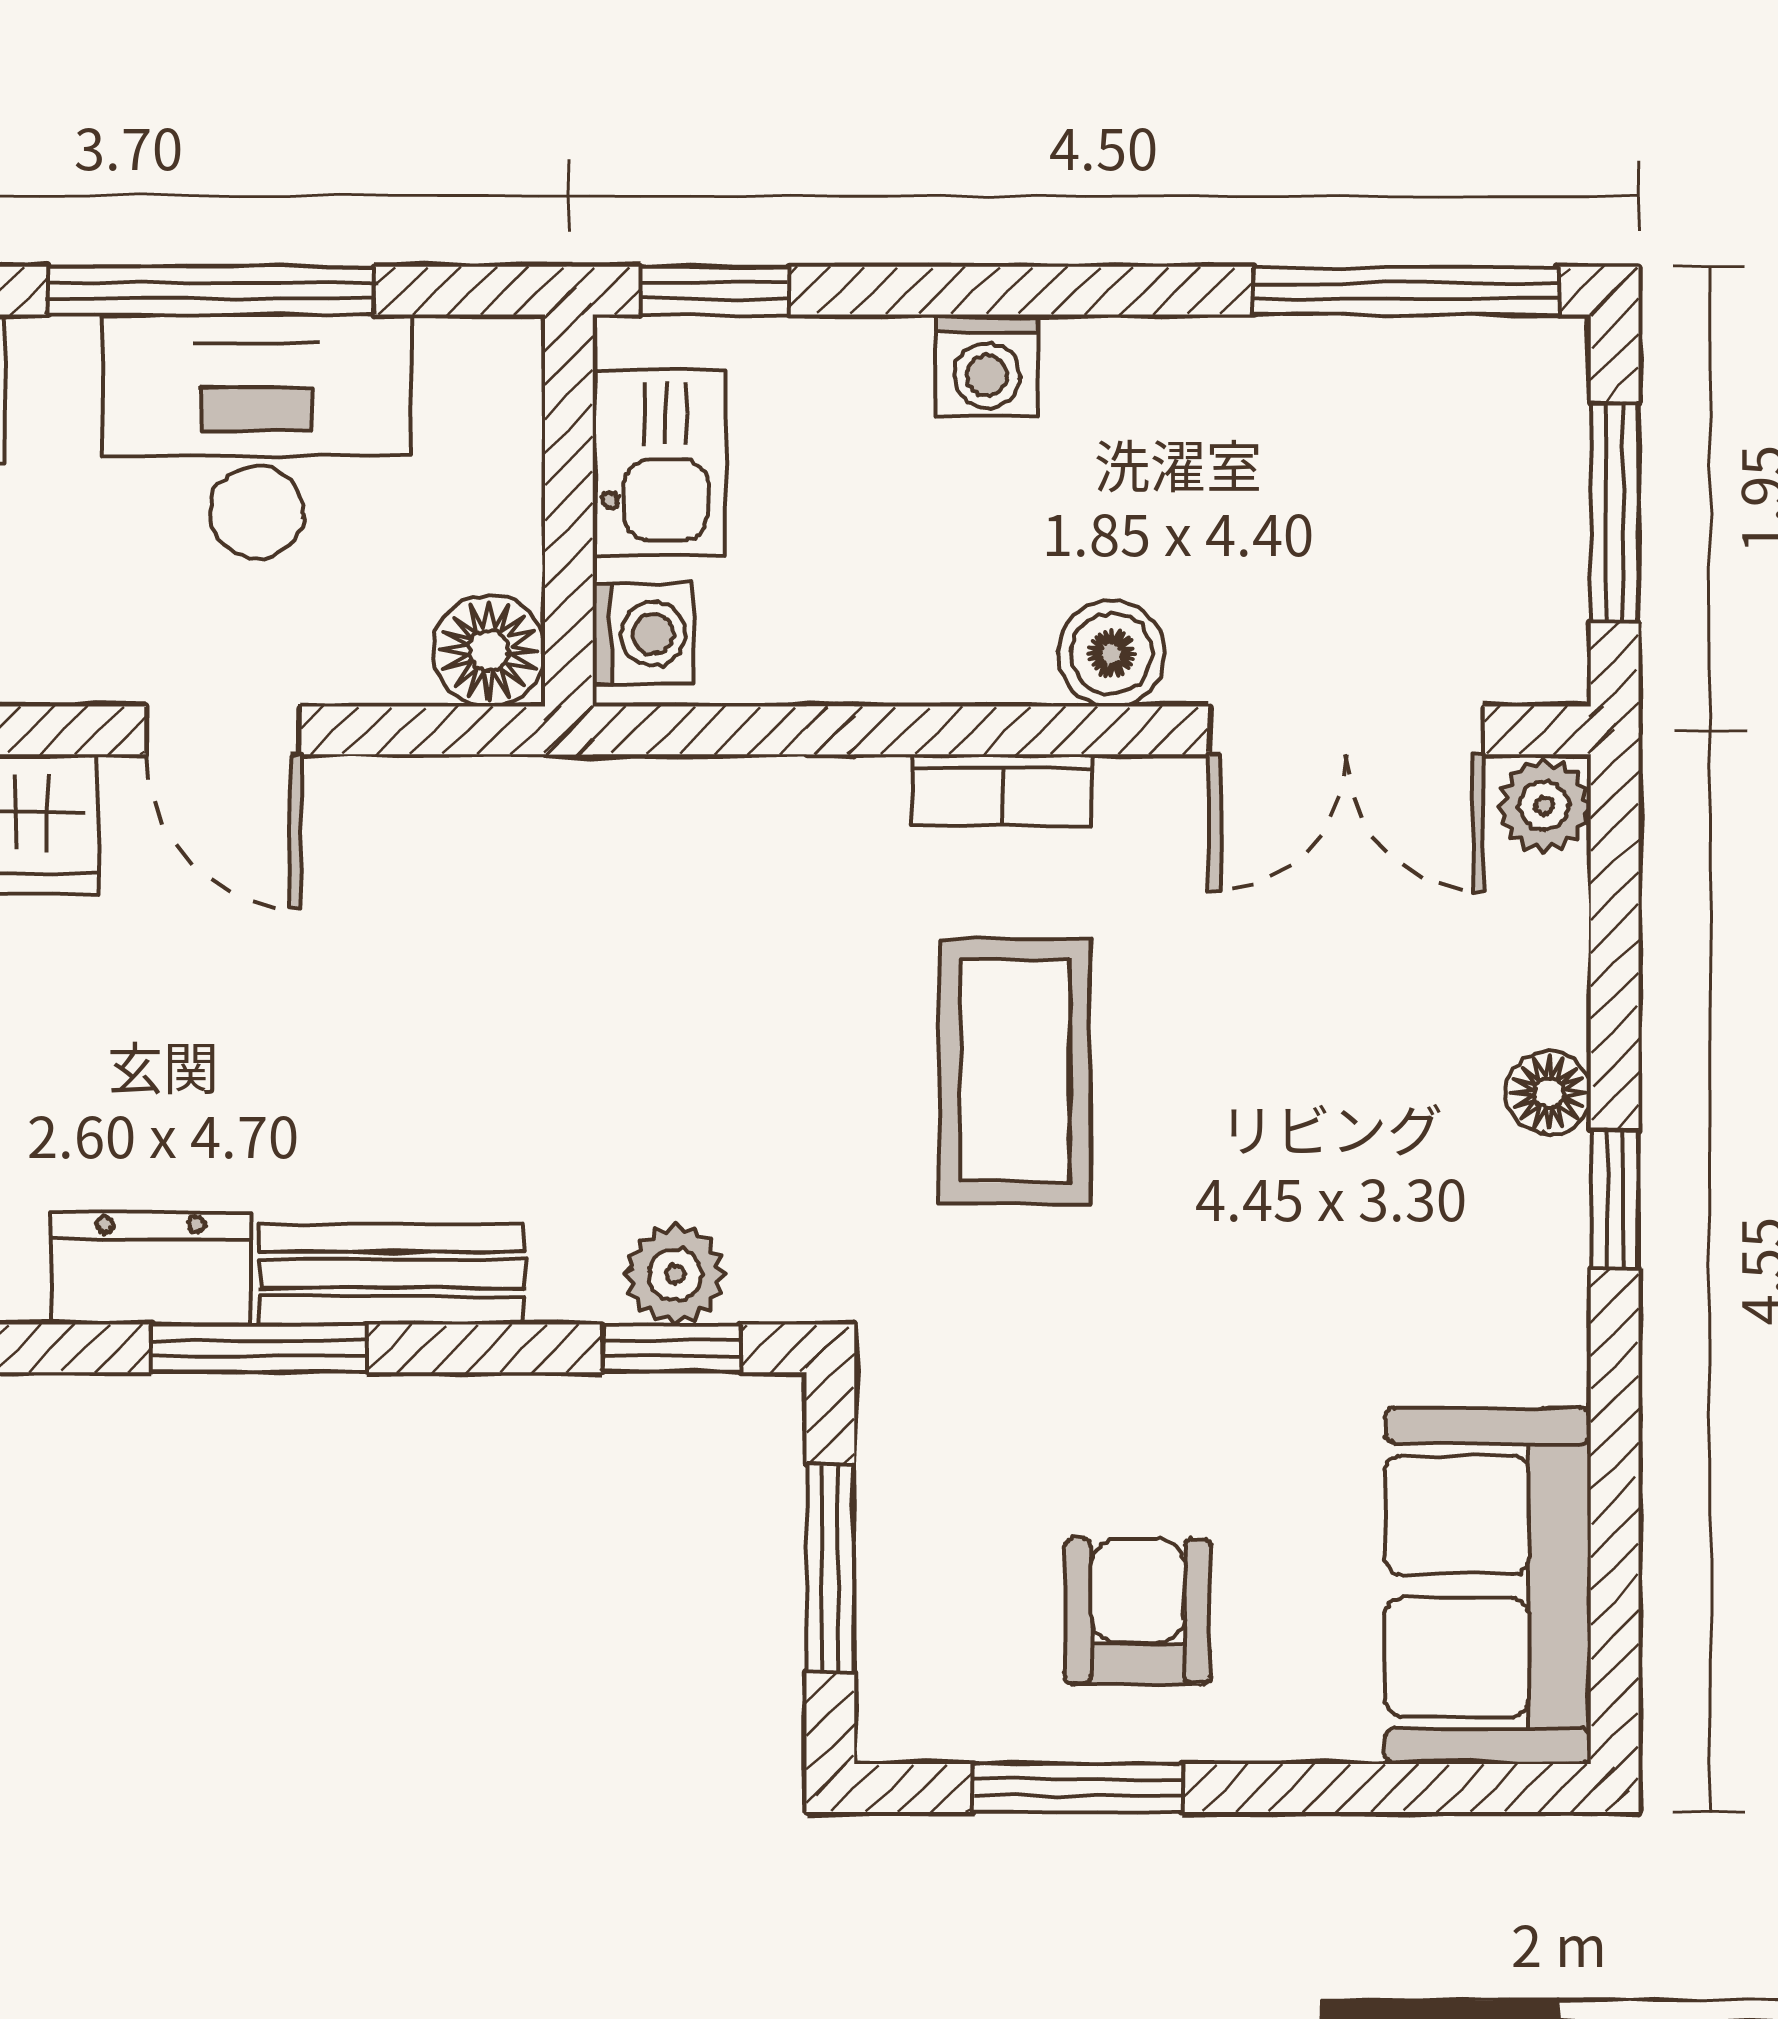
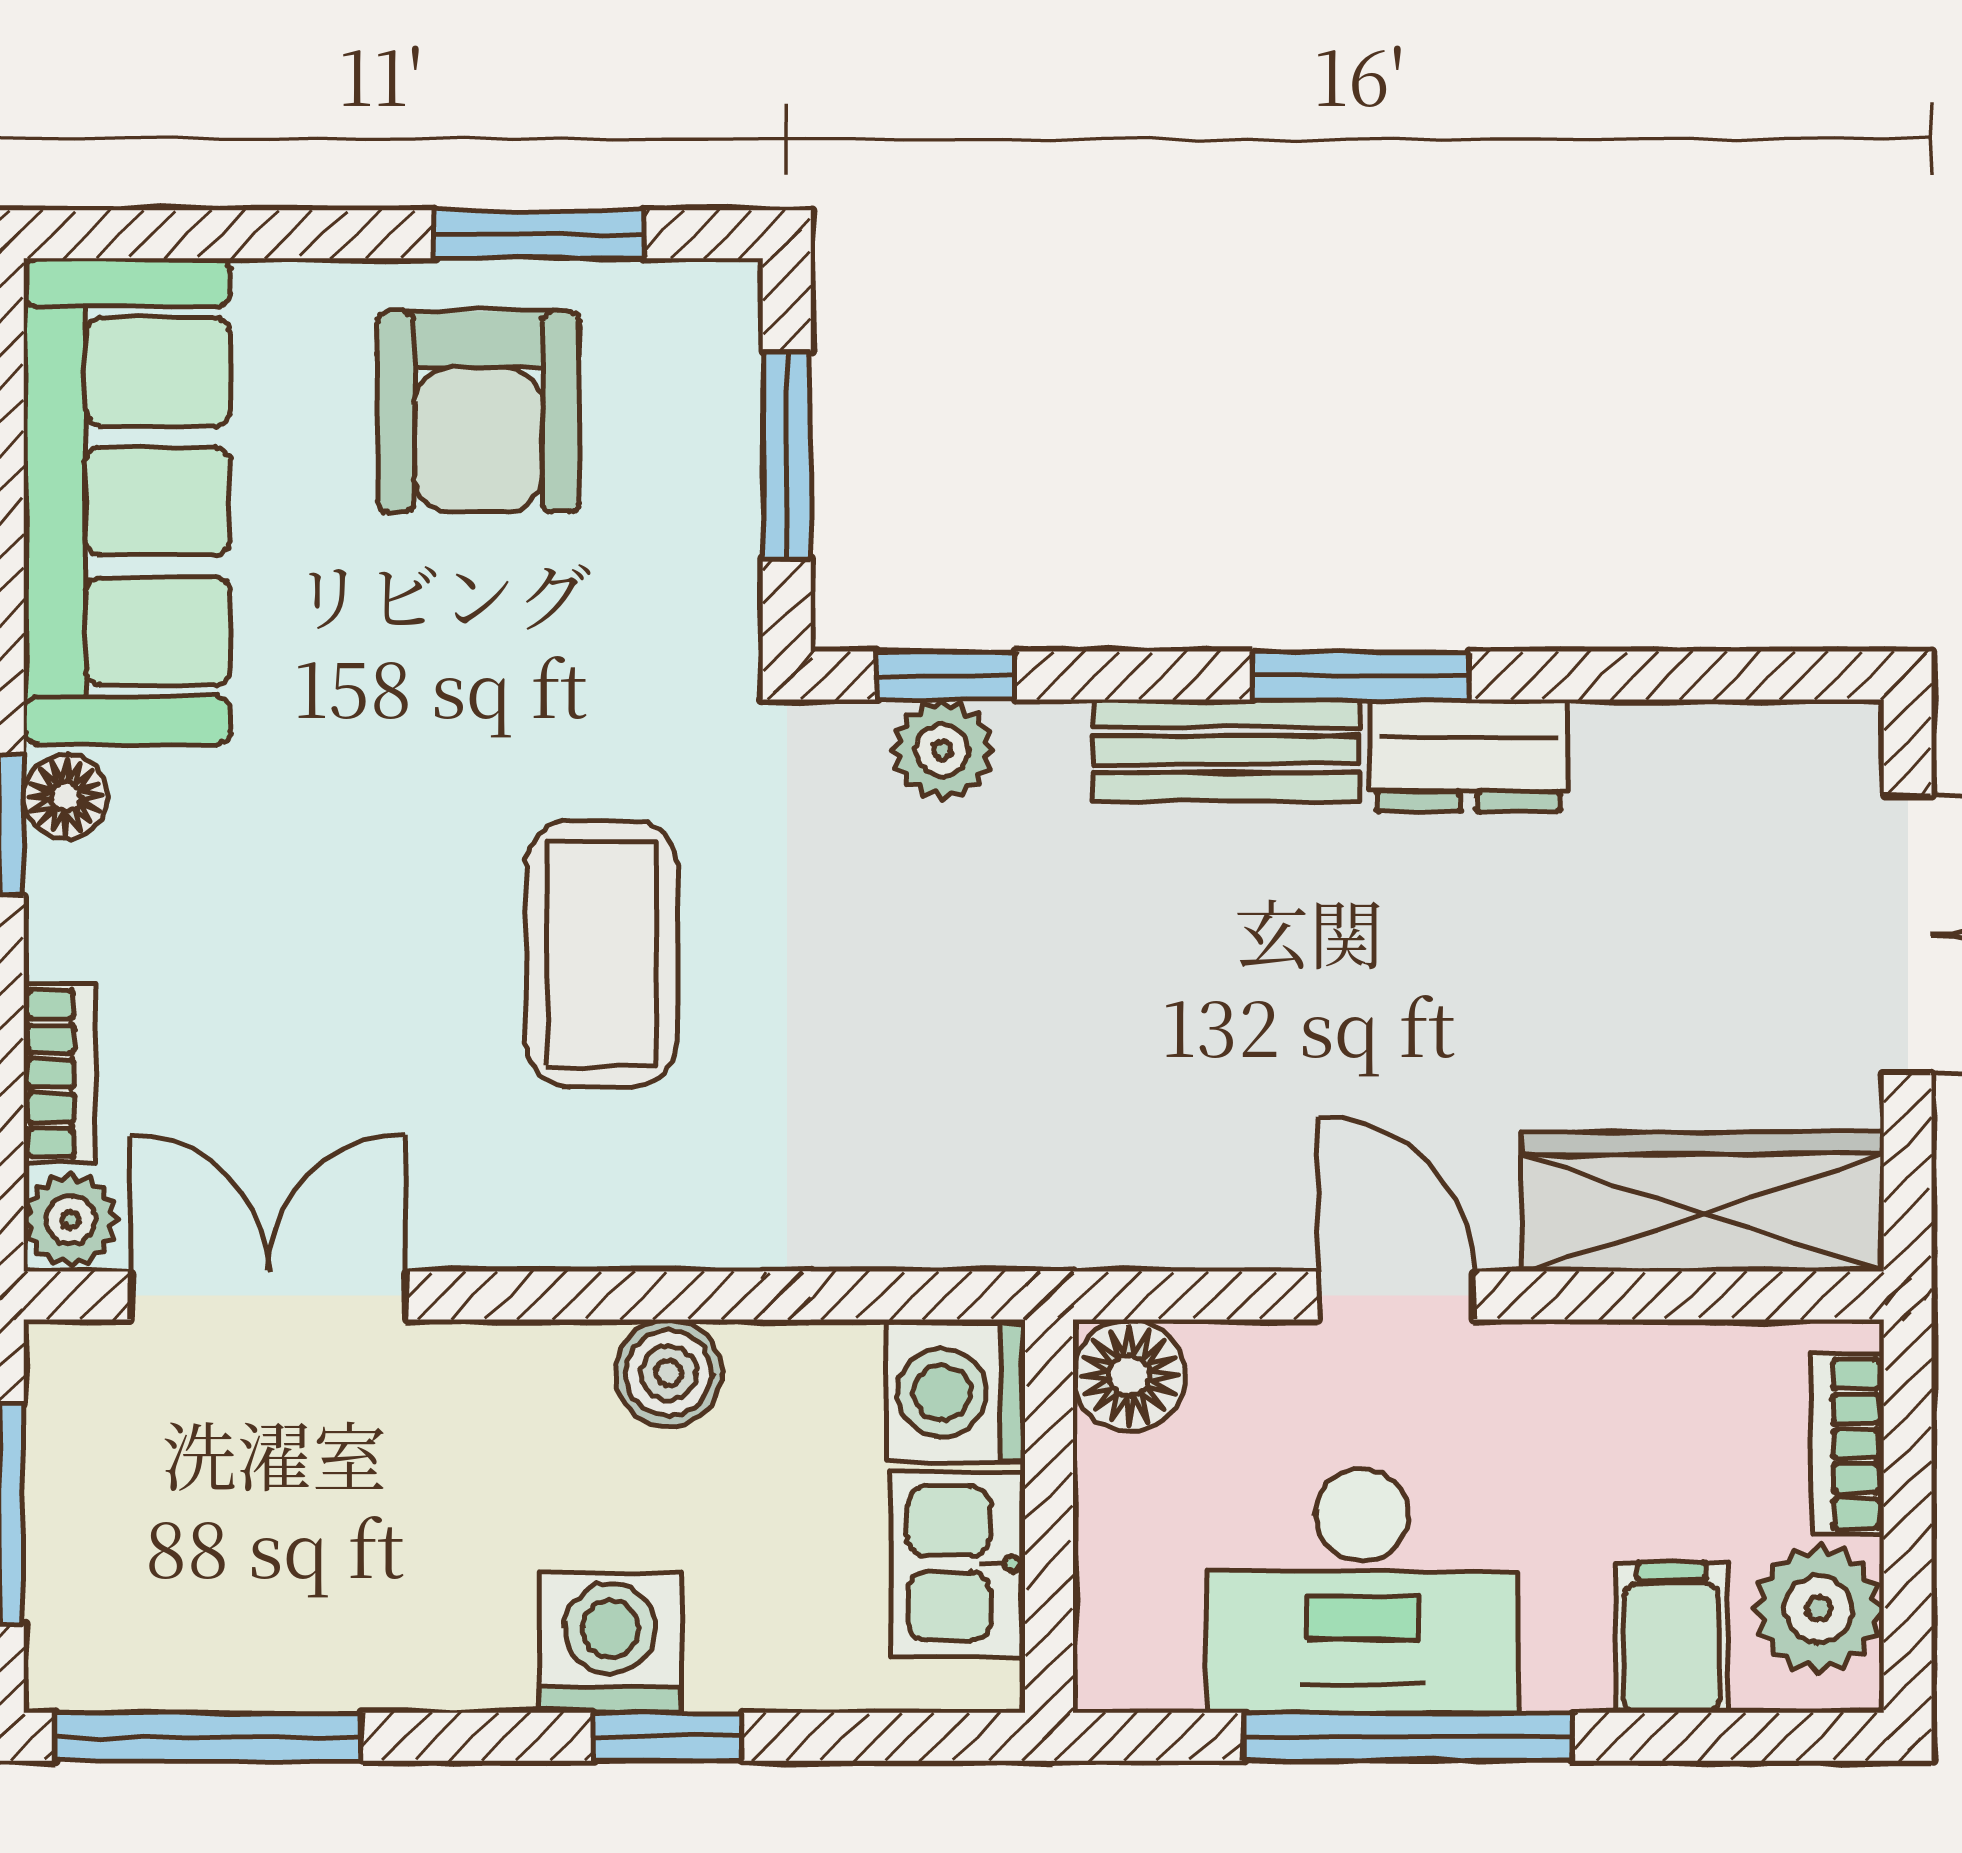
window: (715, 291) -> (668, 1737), moved
washing machine: (987, 365) -> (610, 1643), width x1.38, depth x1.38
washing machine: (643, 634) -> (956, 1392), width x1.38, depth x1.38
boiler: (1111, 653) -> (668, 1373), moved
bookcase: (1003, 790) -> (60, 1073), moved, turned 90
floor lamp: (1549, 1093) -> (66, 796), moved
sofa: (1488, 1586) -> (127, 501), width x1.36
armchair: (1138, 1611) -> (478, 412), width x1.38, depth x1.38

